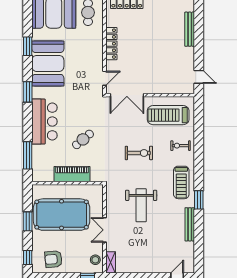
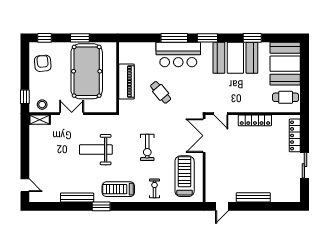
bench: (190, 29) -> (253, 197), moved
window: (28, 155) -> (174, 38), moved

